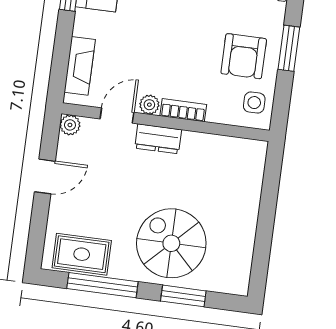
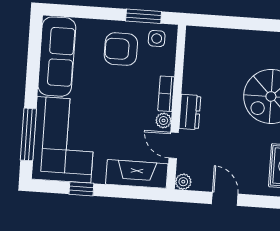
window: (289, 48) -> (144, 16), moved
armchair: (244, 56) -> (121, 49), turned 180
fireplace: (80, 66) -> (137, 174), width x1.37, depth x1.32

